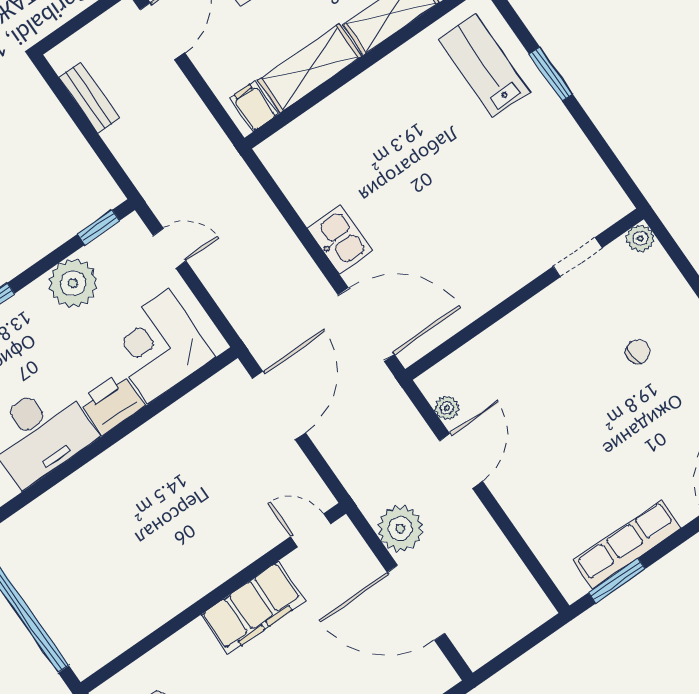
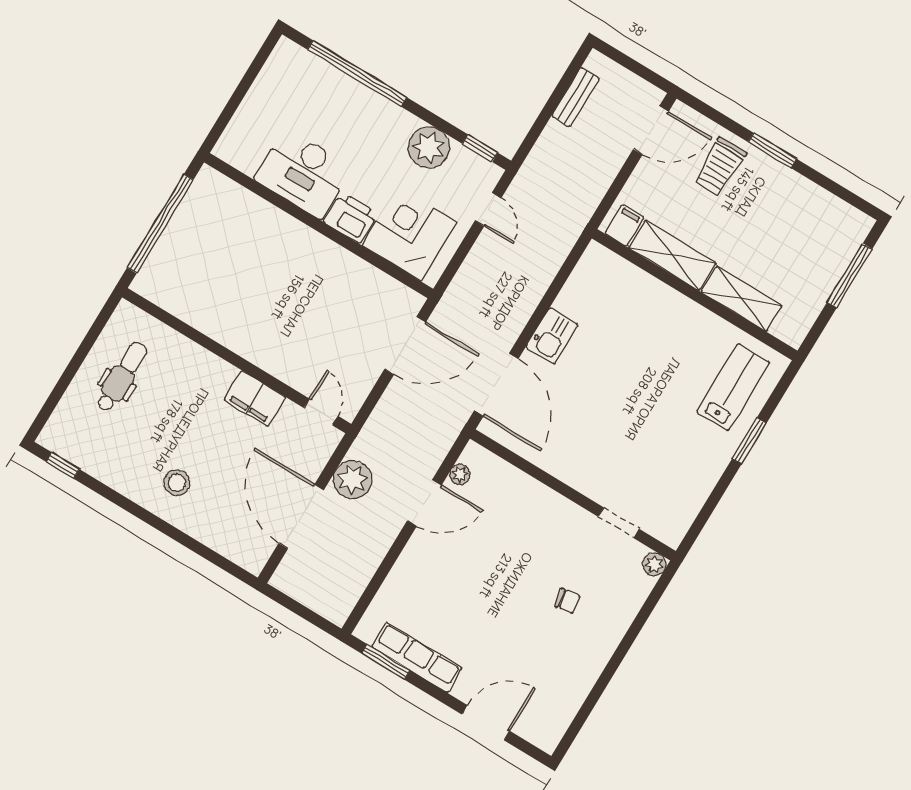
filing cabinet: (253, 608) -> (255, 398), width x0.67, depth x0.86

